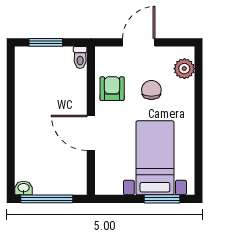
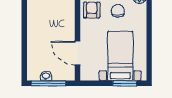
door: (91, 133) -> (78, 53), moved
washbasin: (24, 188) -> (46, 76), moved

